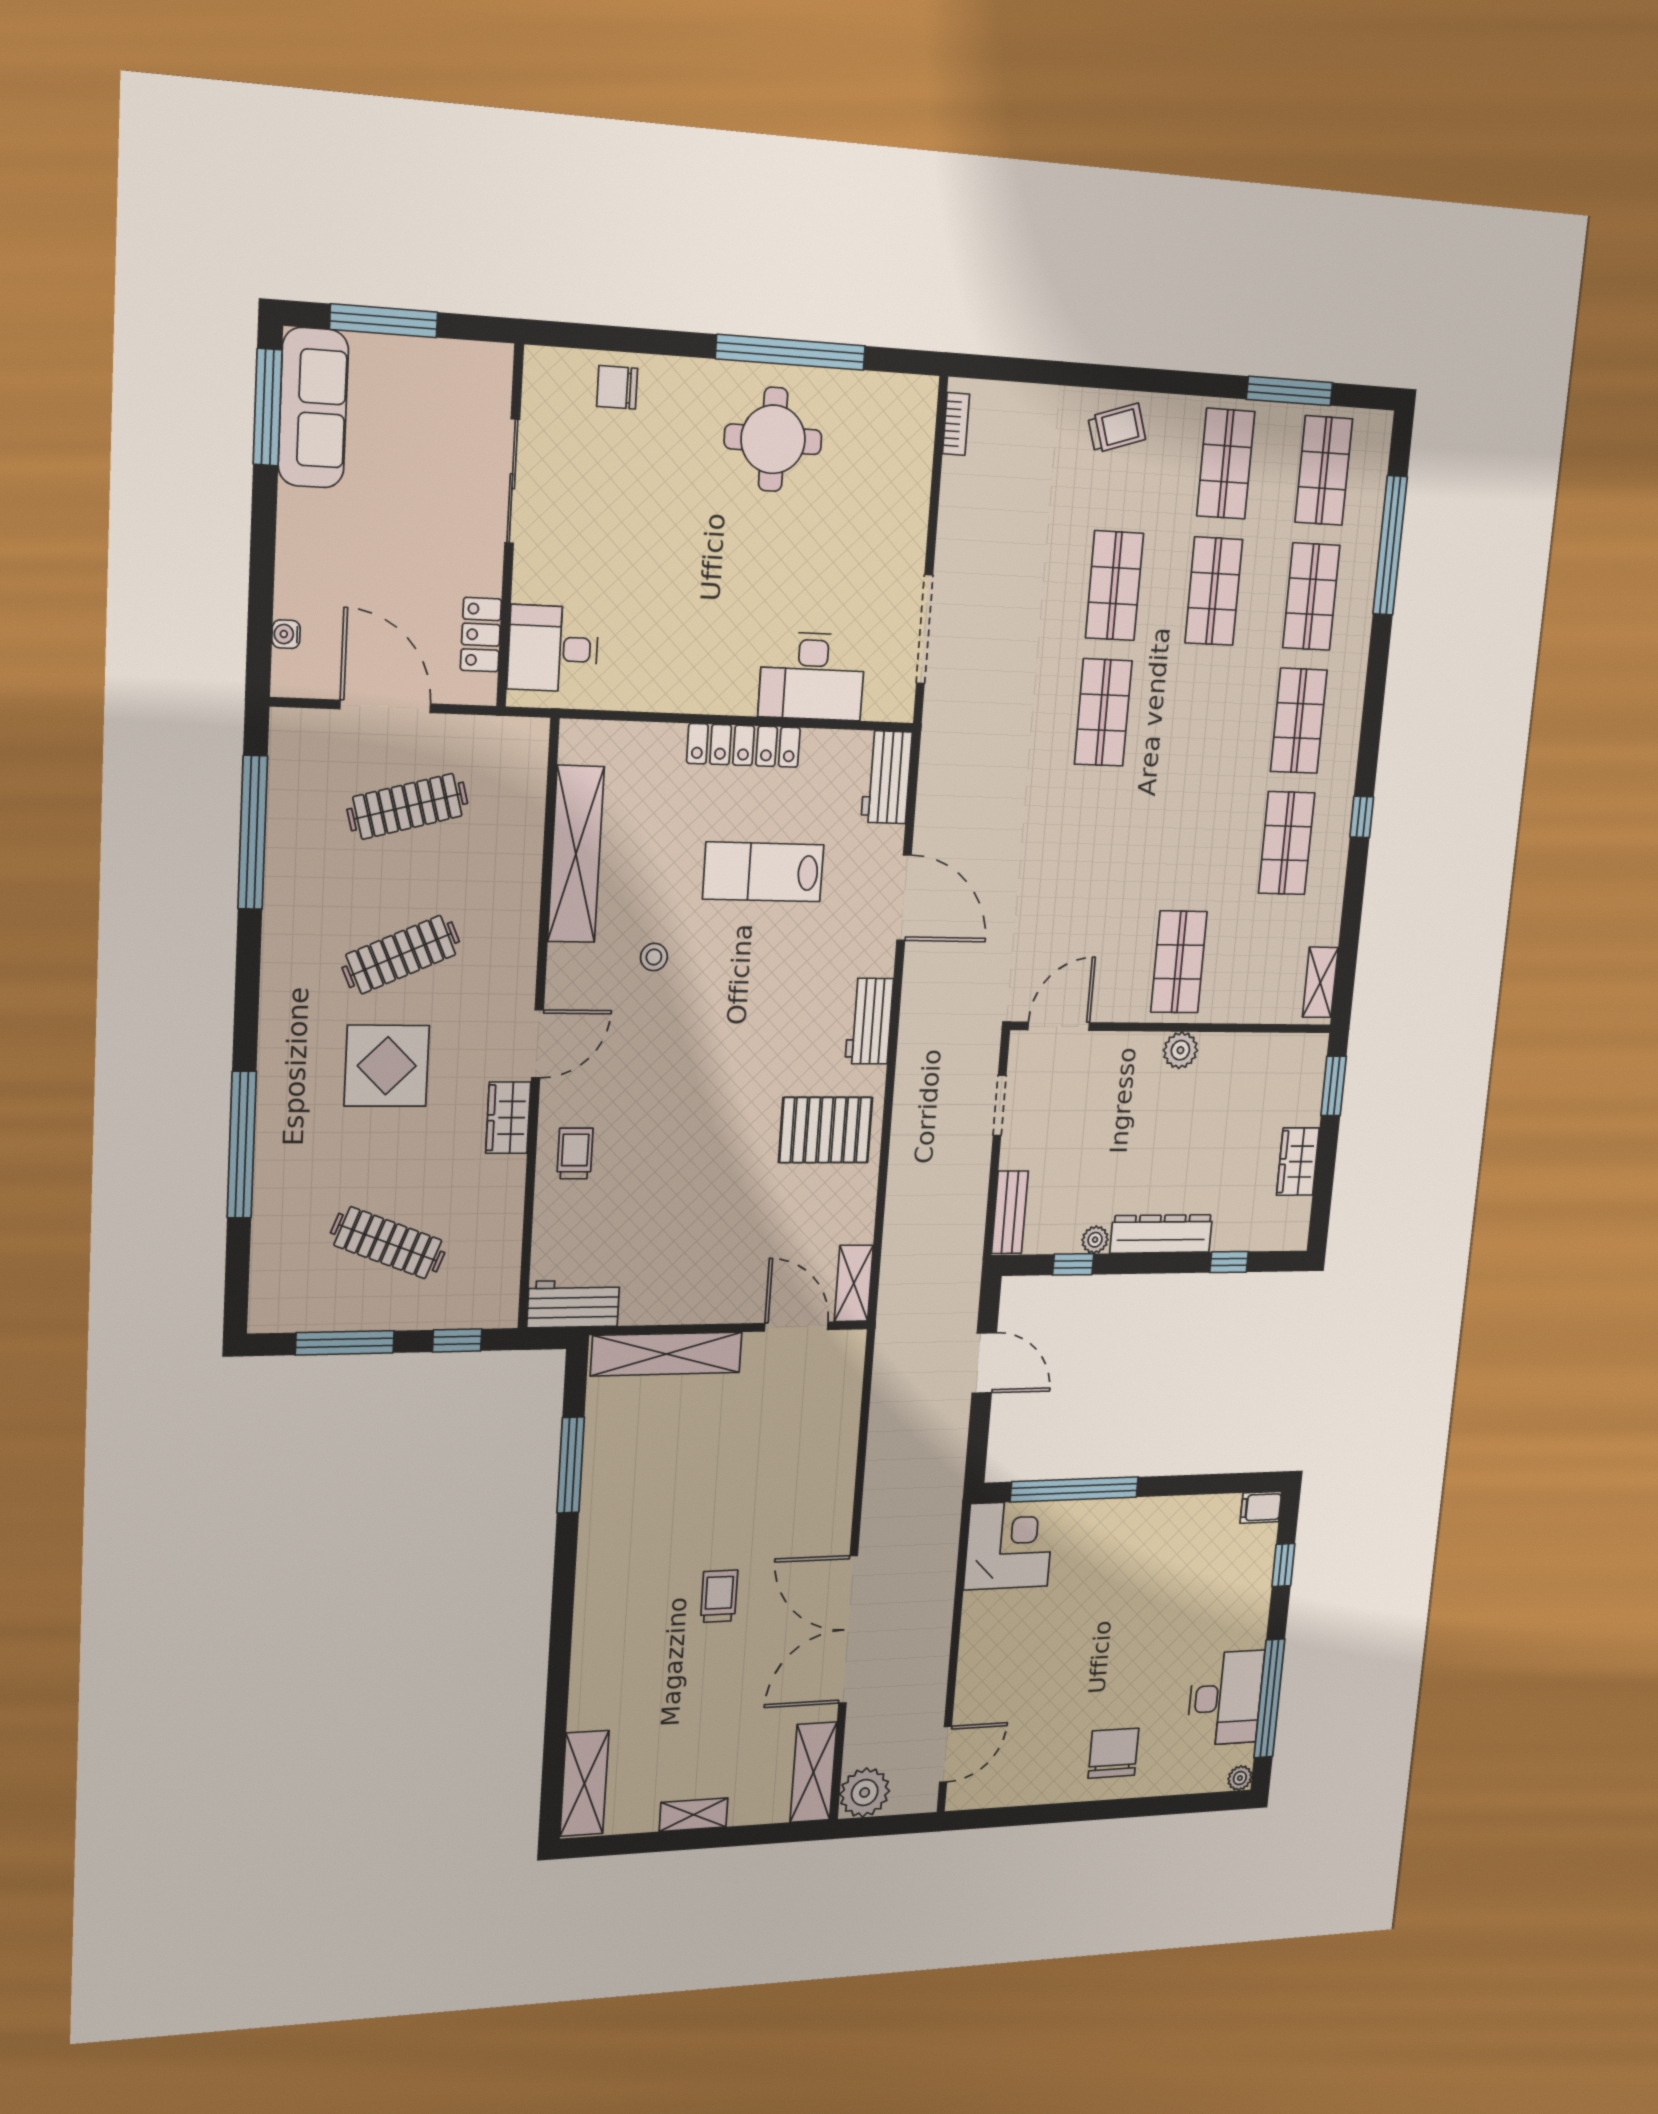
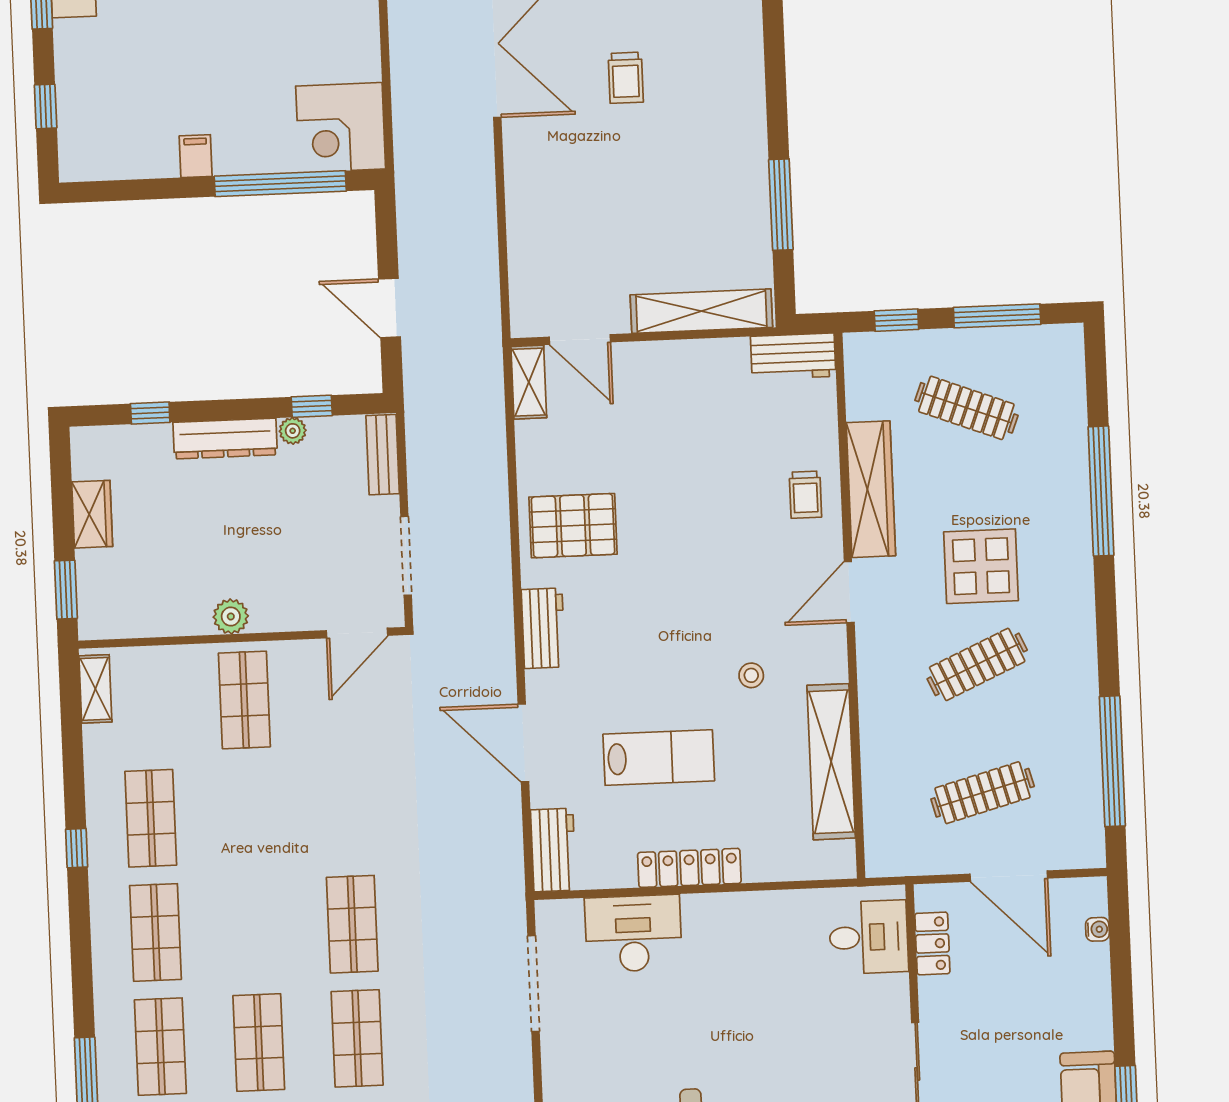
doorway: (1000, 1105) -> (406, 556), width x1.38
wardrobe: (508, 1118) -> (871, 489), width x2.10, depth x1.17
filing cabinet: (1261, 1507) -> (196, 156), moved, turned -90

